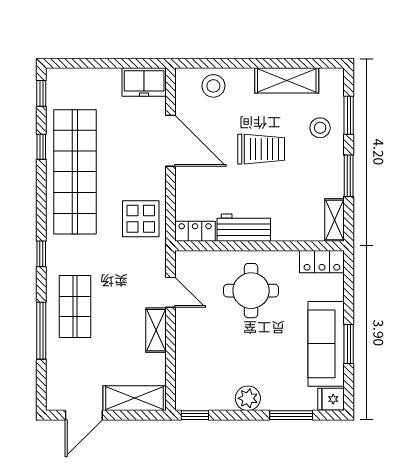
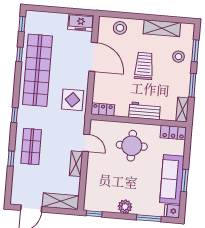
trolley: (261, 149) -> (144, 66), turned -90
workbench: (244, 228) -> (145, 111), moved
window: (41, 331) -> (11, 159), width x0.46

